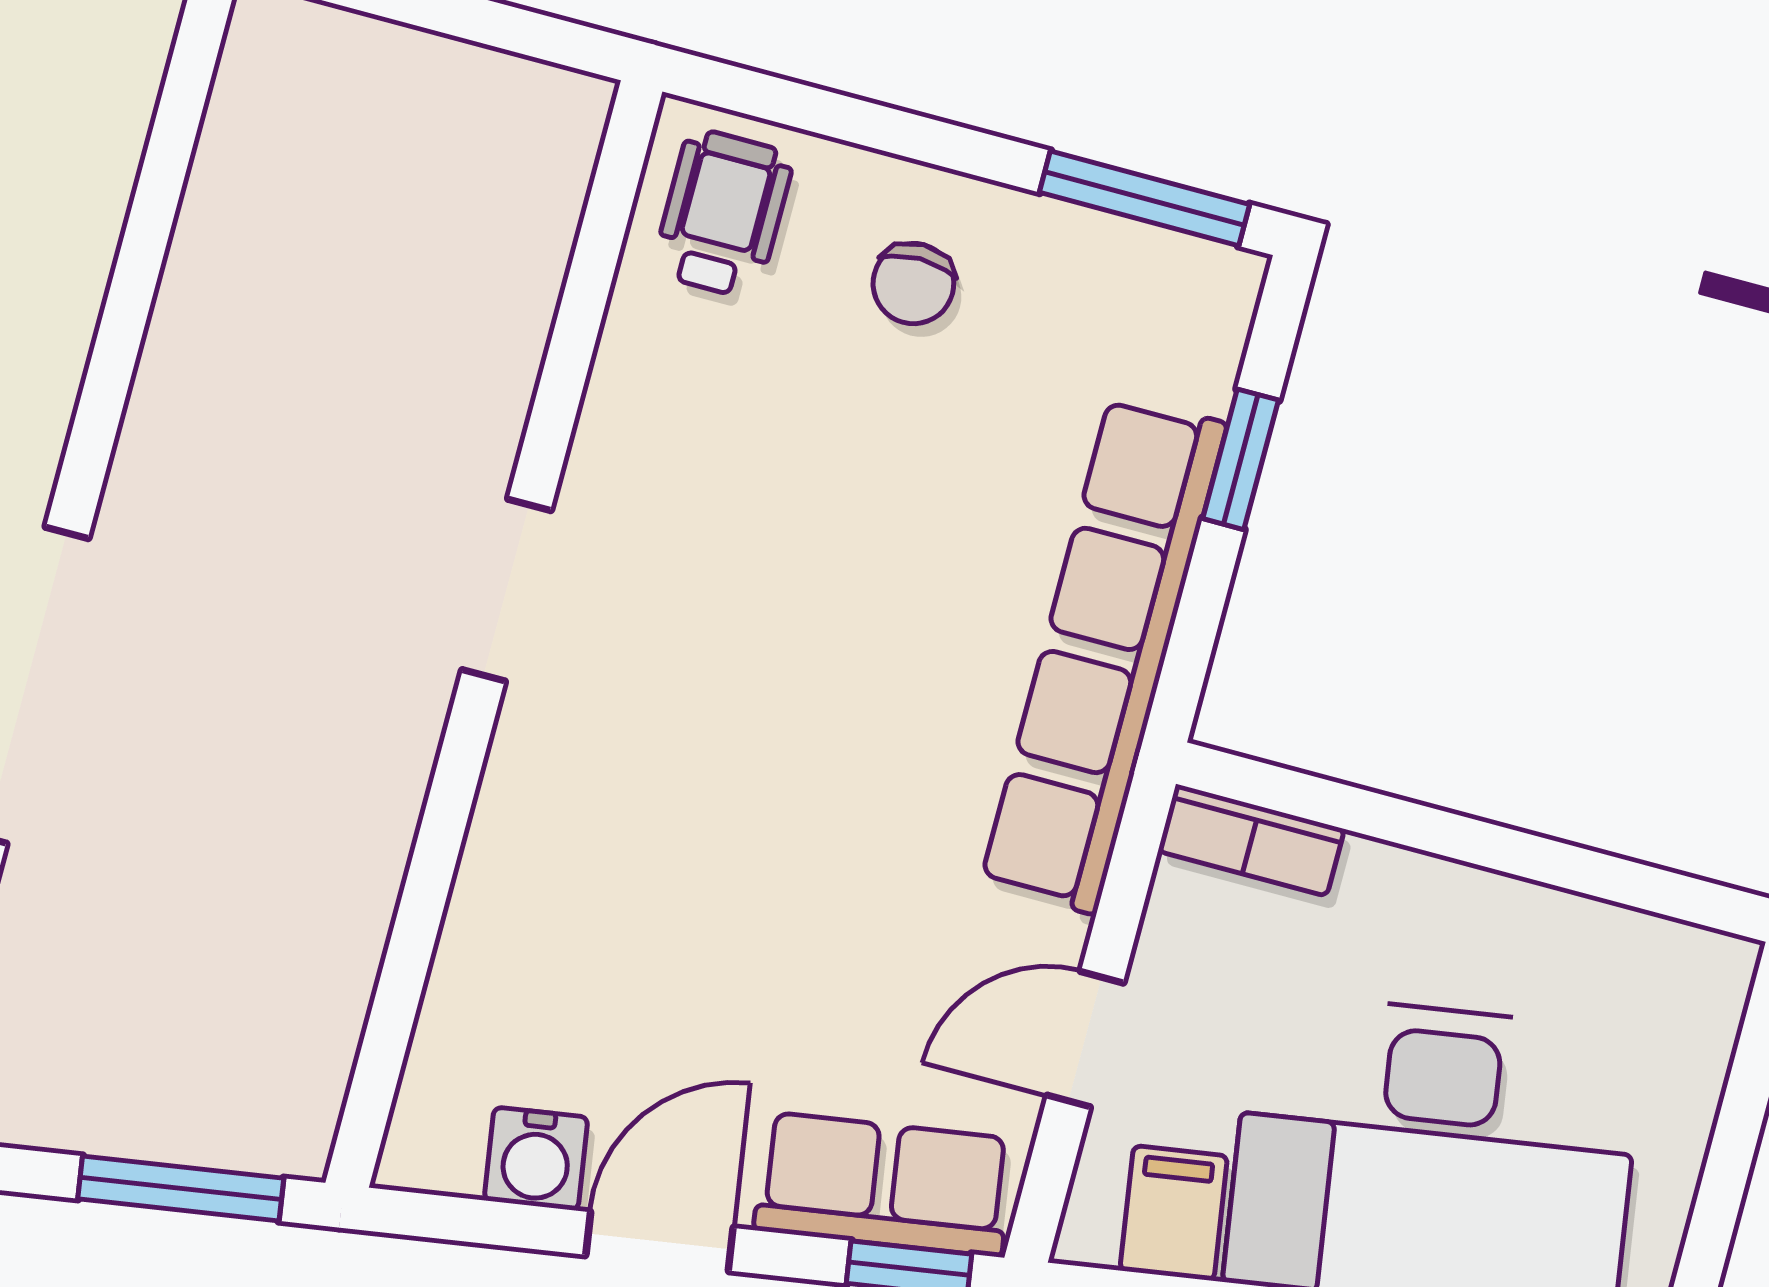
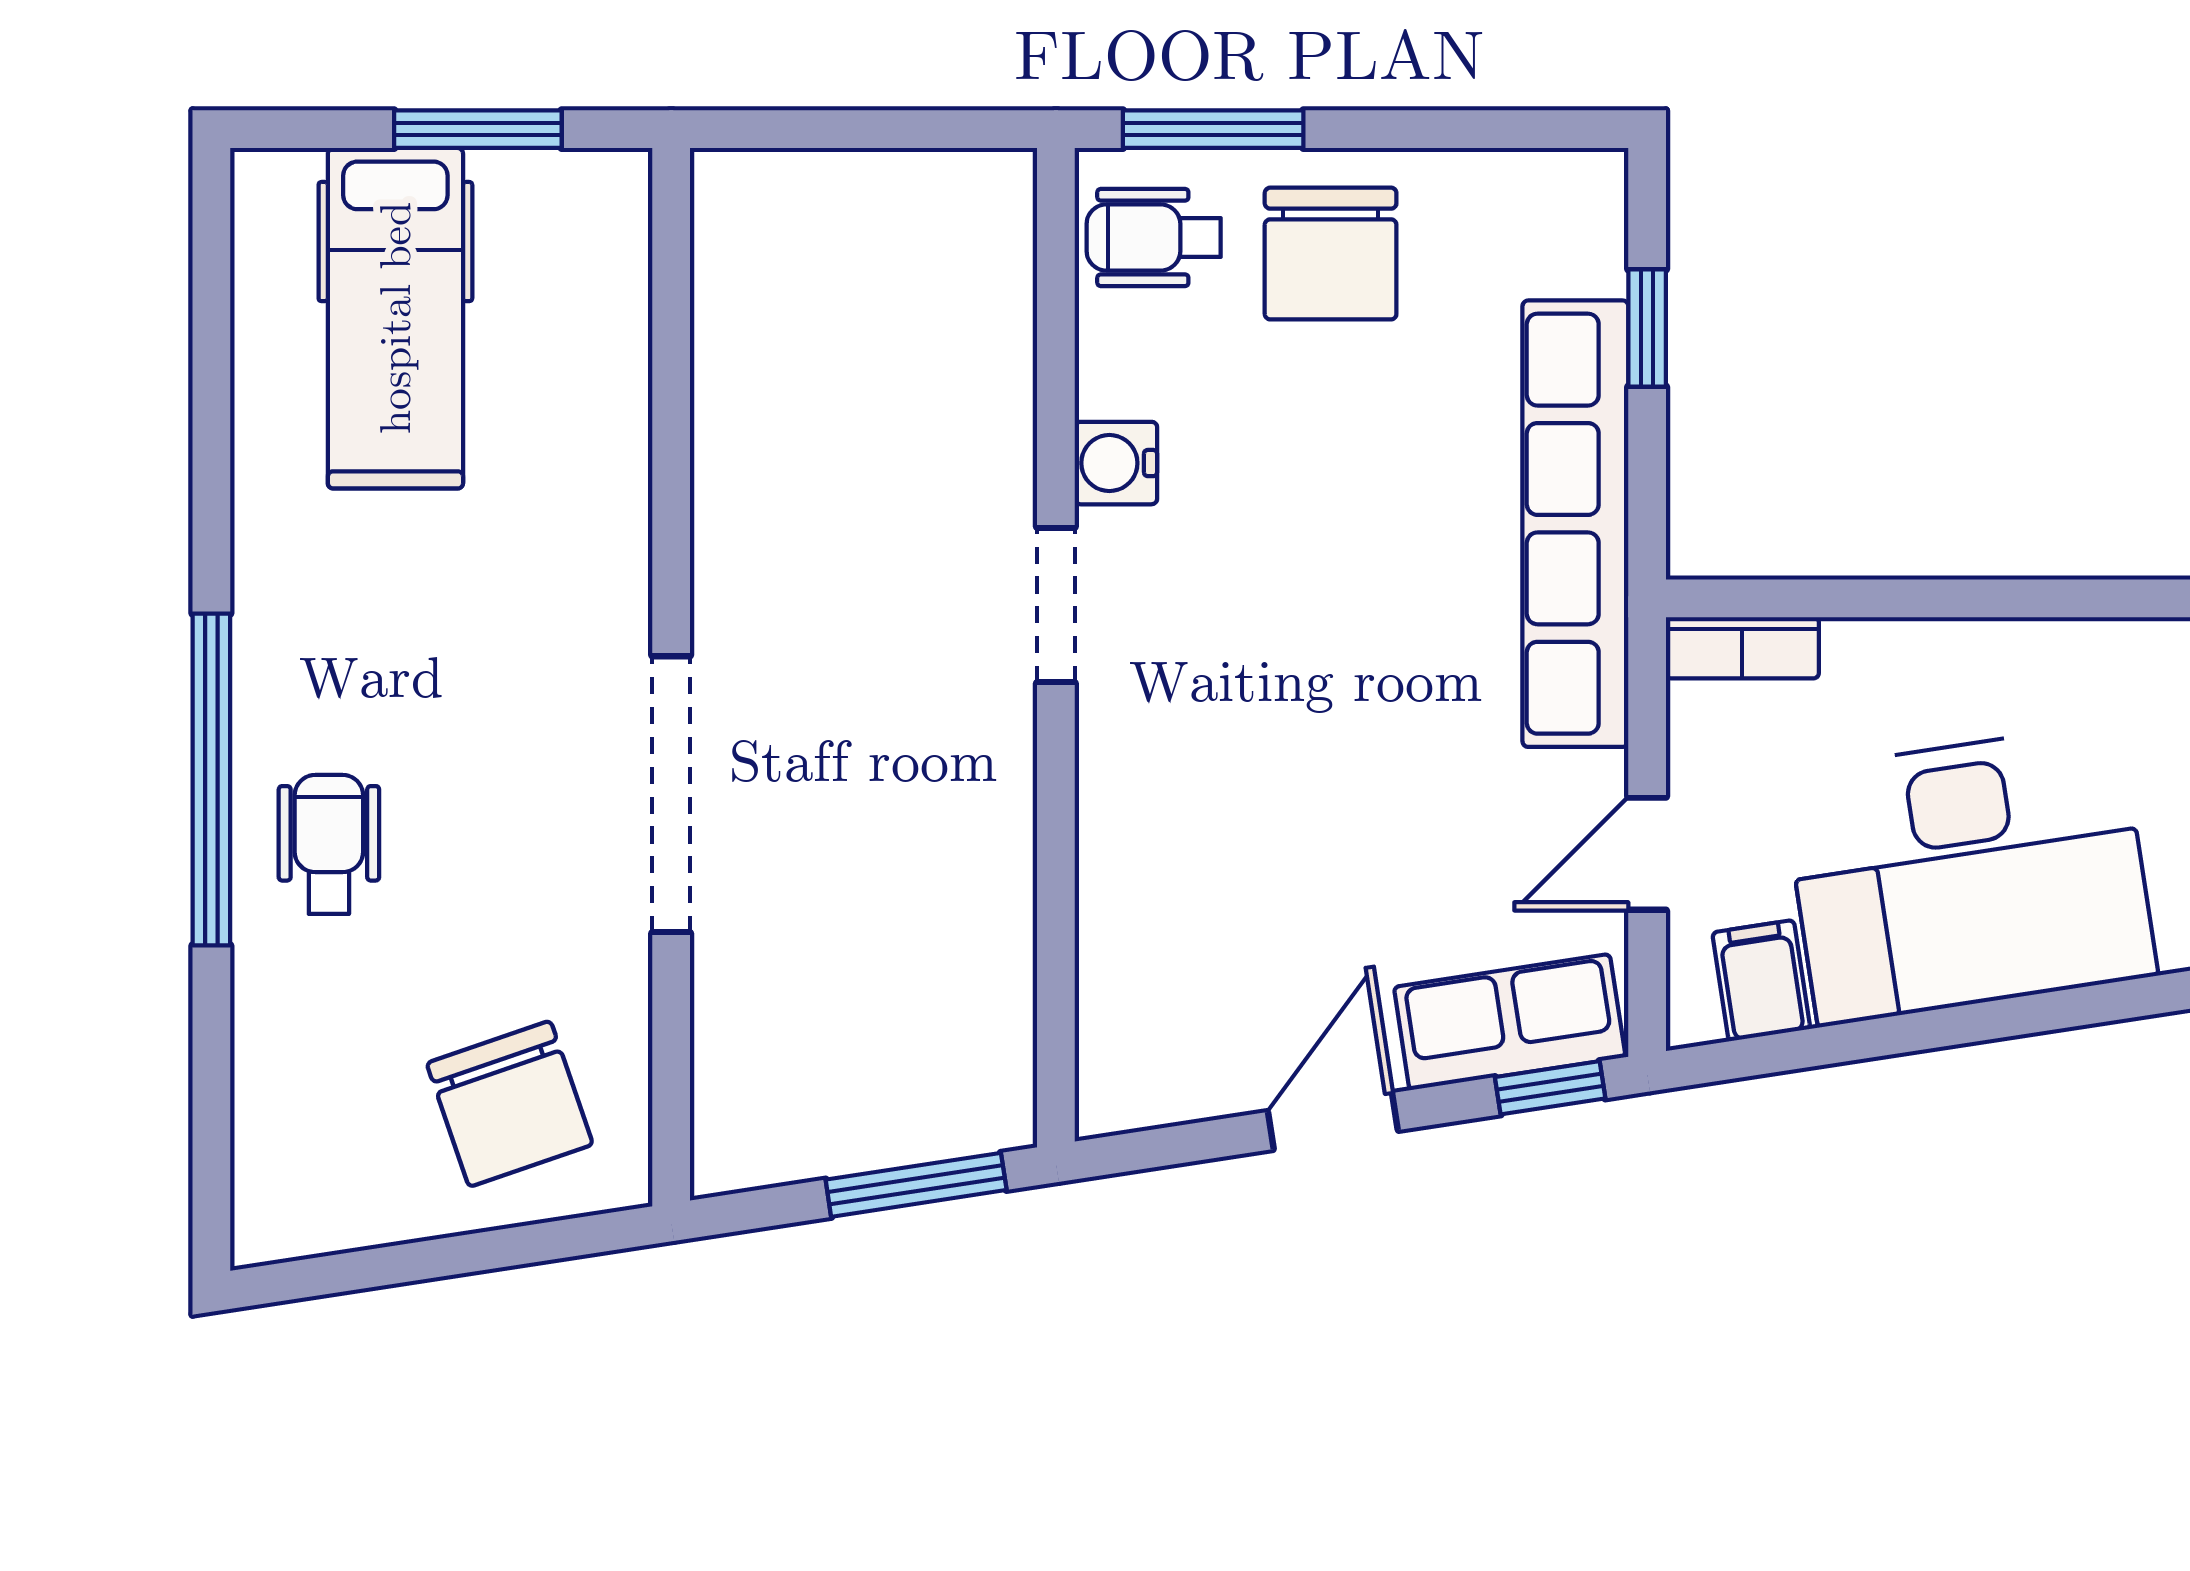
window: (1144, 198) -> (1213, 129), moved
wheelchair: (723, 214) -> (1154, 238), turned -90
chair: (913, 284) -> (1331, 254), width x1.87, depth x1.87
water cooler: (536, 1159) -> (1116, 463), moved, turned 99

